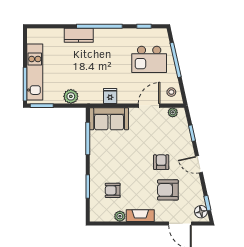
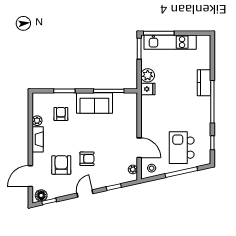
fridge: (110, 96) -> (148, 89), moved
sofa: (109, 119) -> (94, 103), moved, turned -90

